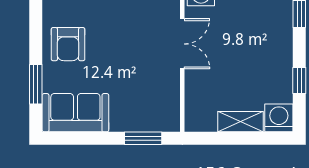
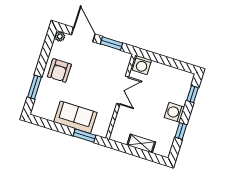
sofa: (75, 113) -> (75, 117), moved
washing machine: (279, 118) -> (174, 112), moved, turned -90

